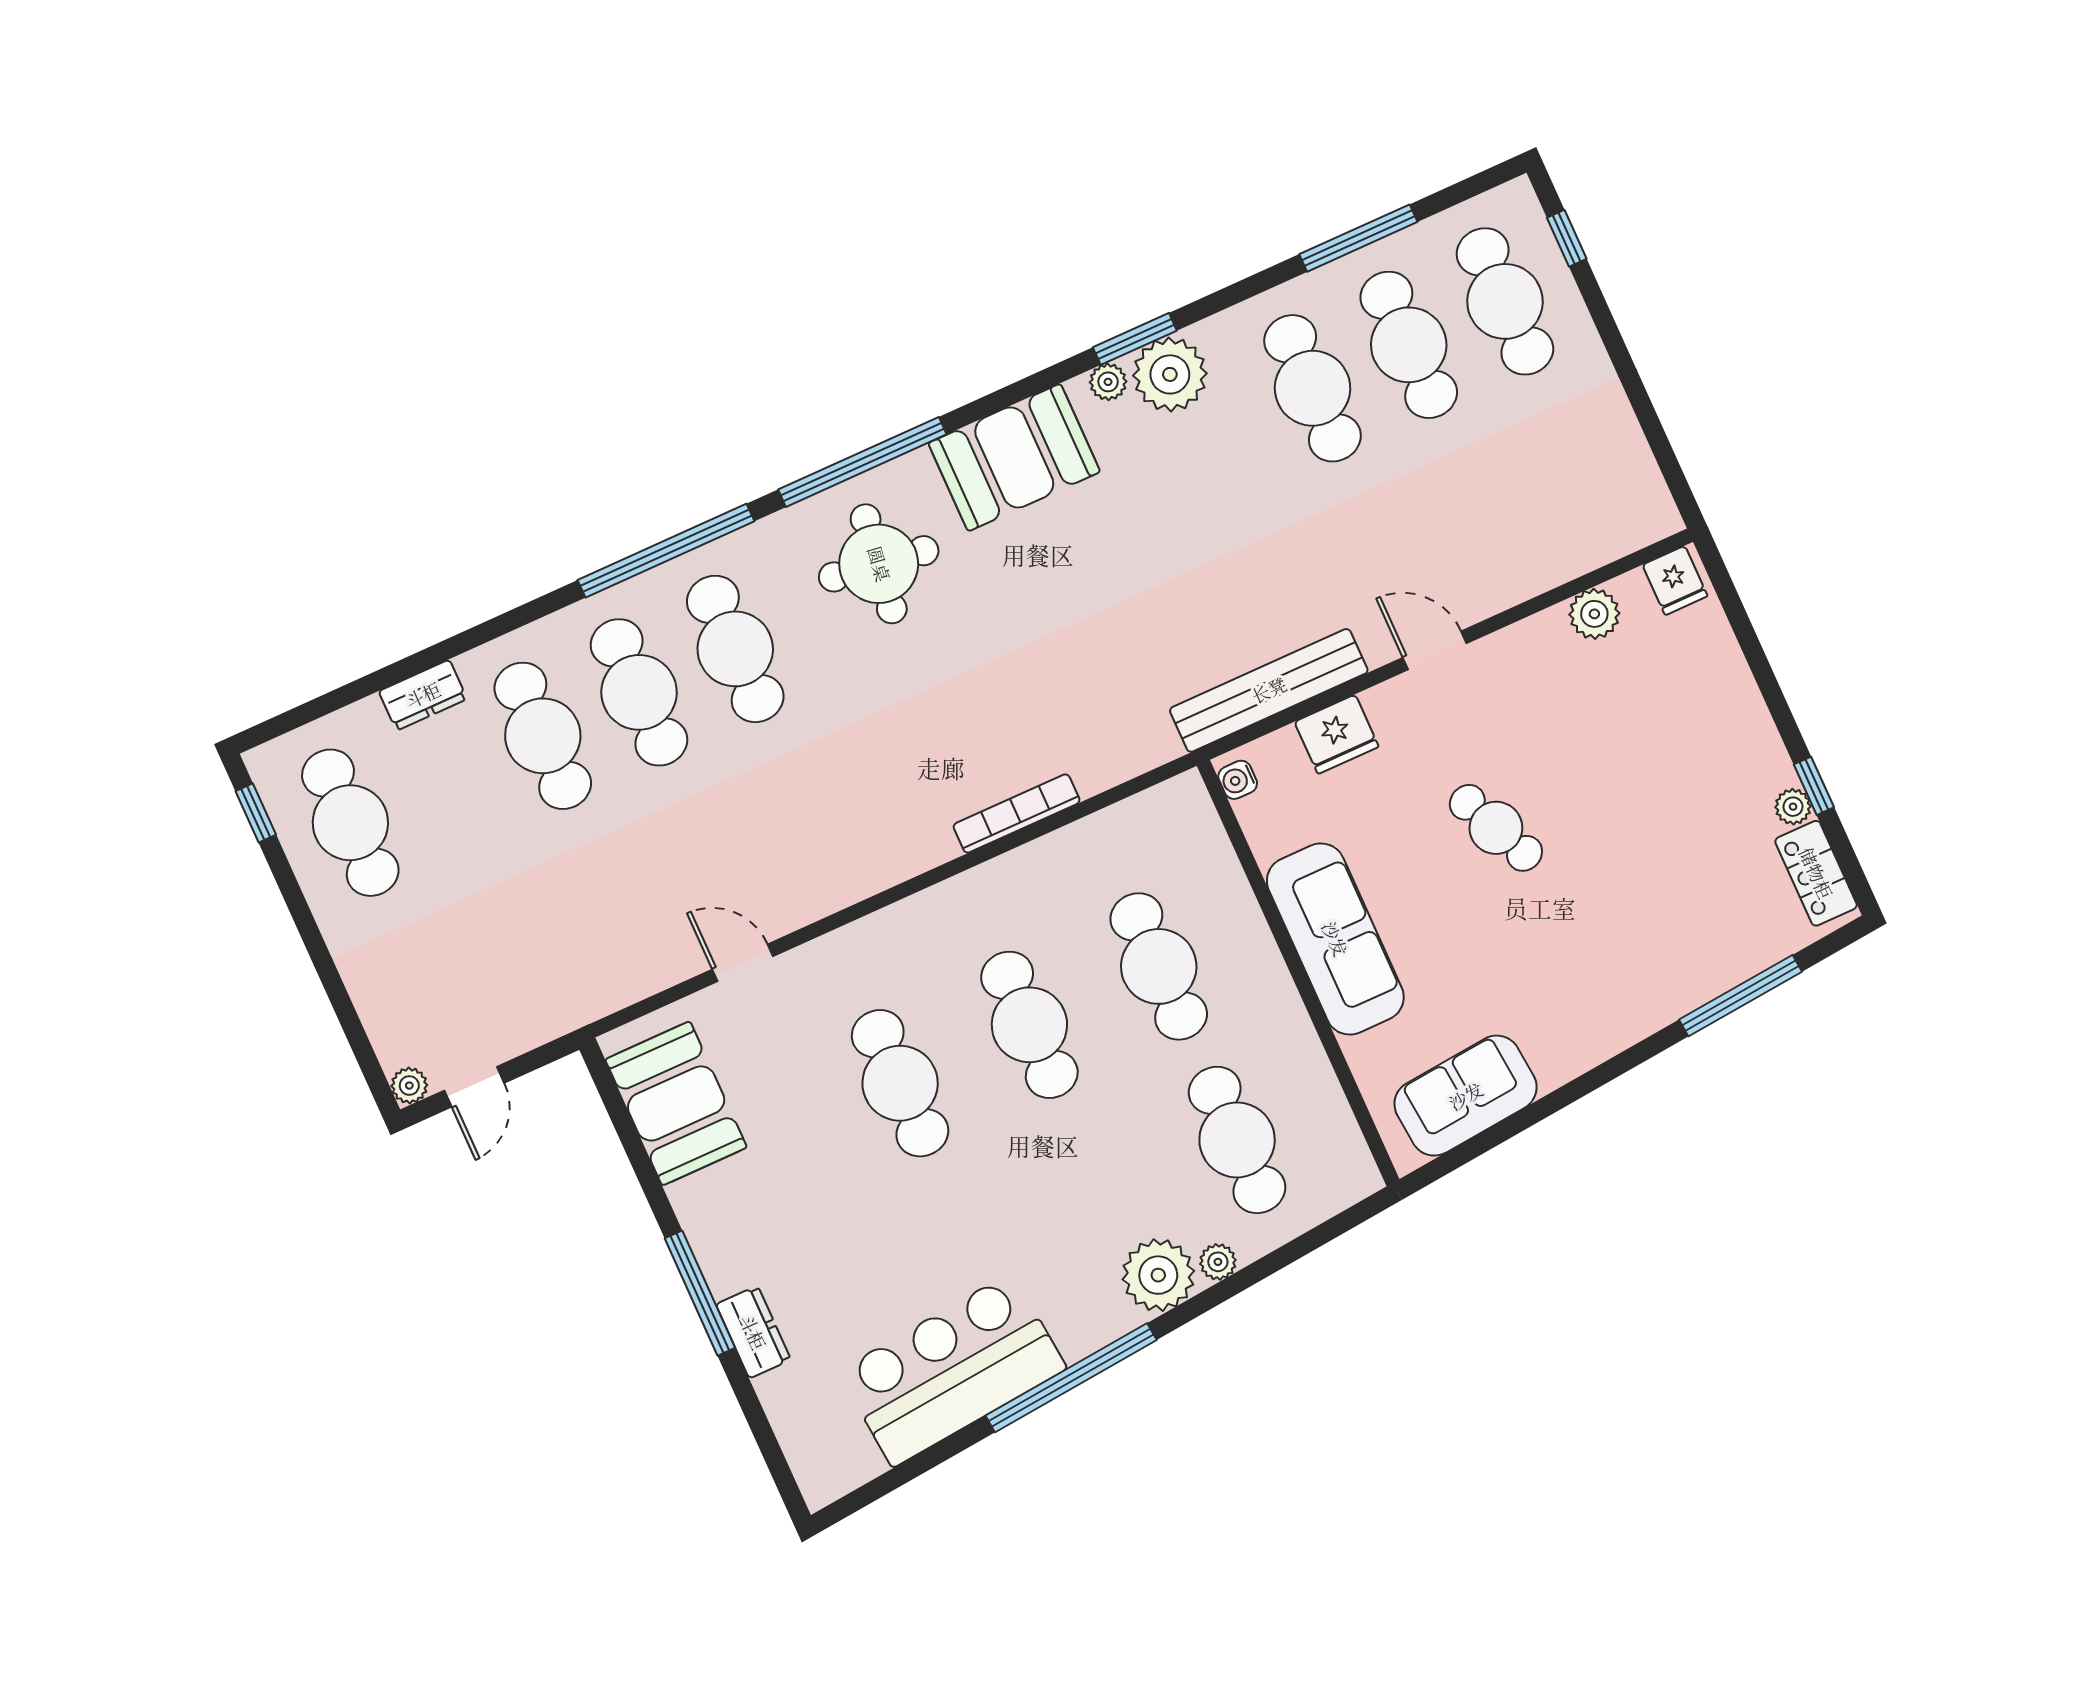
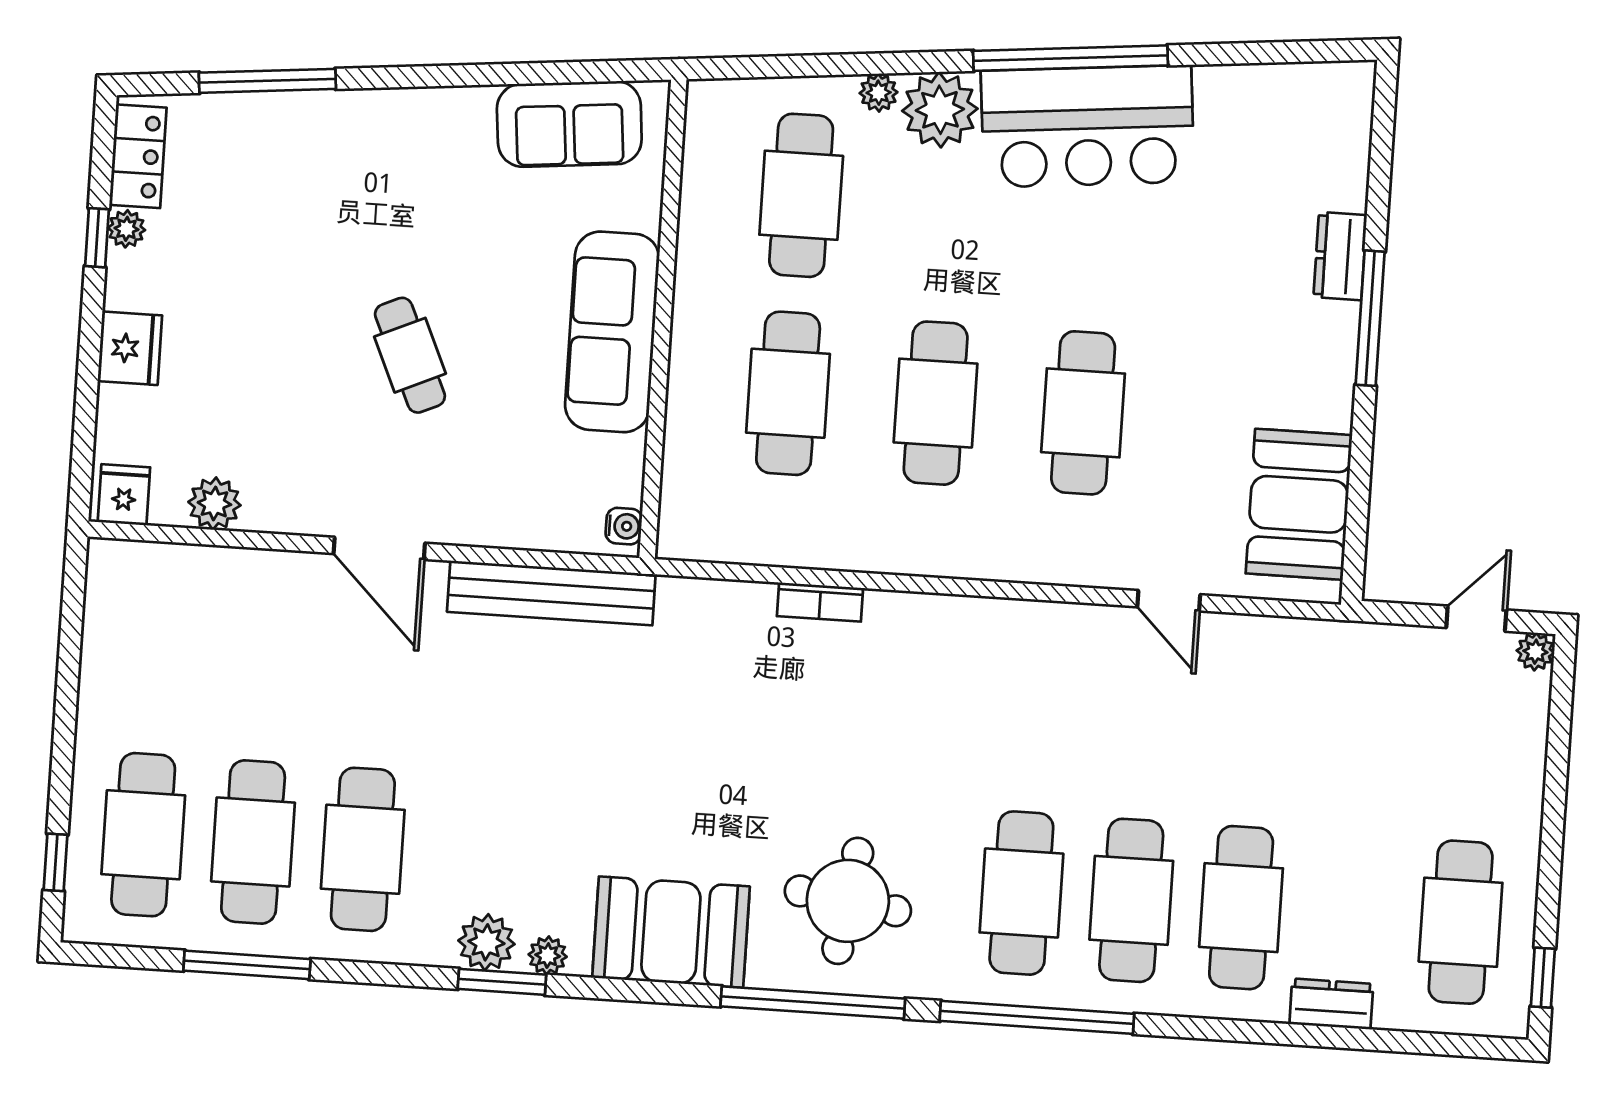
plant: (1170, 374) -> (486, 942), width x0.73, depth x0.73
door: (1435, 650) -> (379, 548), width x1.37
fridge: (1337, 734) -> (130, 348), moved, turned 90
bookcase: (1017, 813) -> (820, 602), width x0.64
bar counter: (952, 1370) -> (1088, 126), moved

